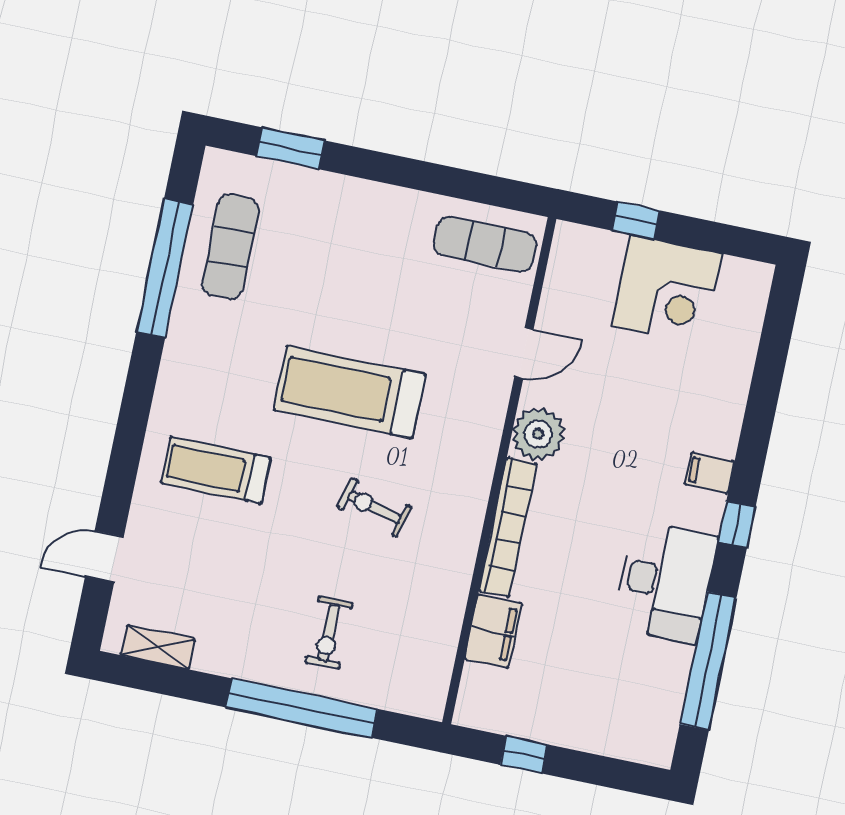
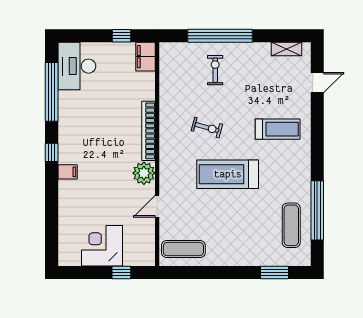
treadmill: (350, 392) -> (228, 174), turned 180
desk: (665, 582) -> (77, 66), moved
filing cabinet: (493, 631) -> (146, 57), moved

